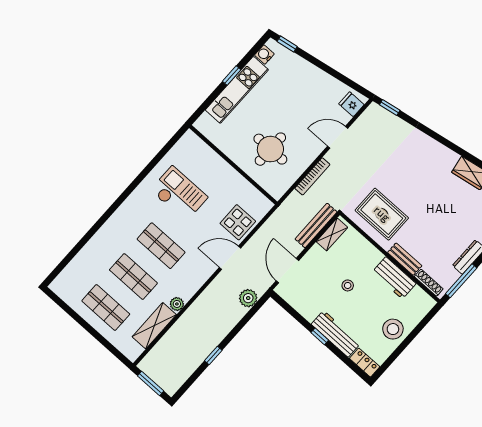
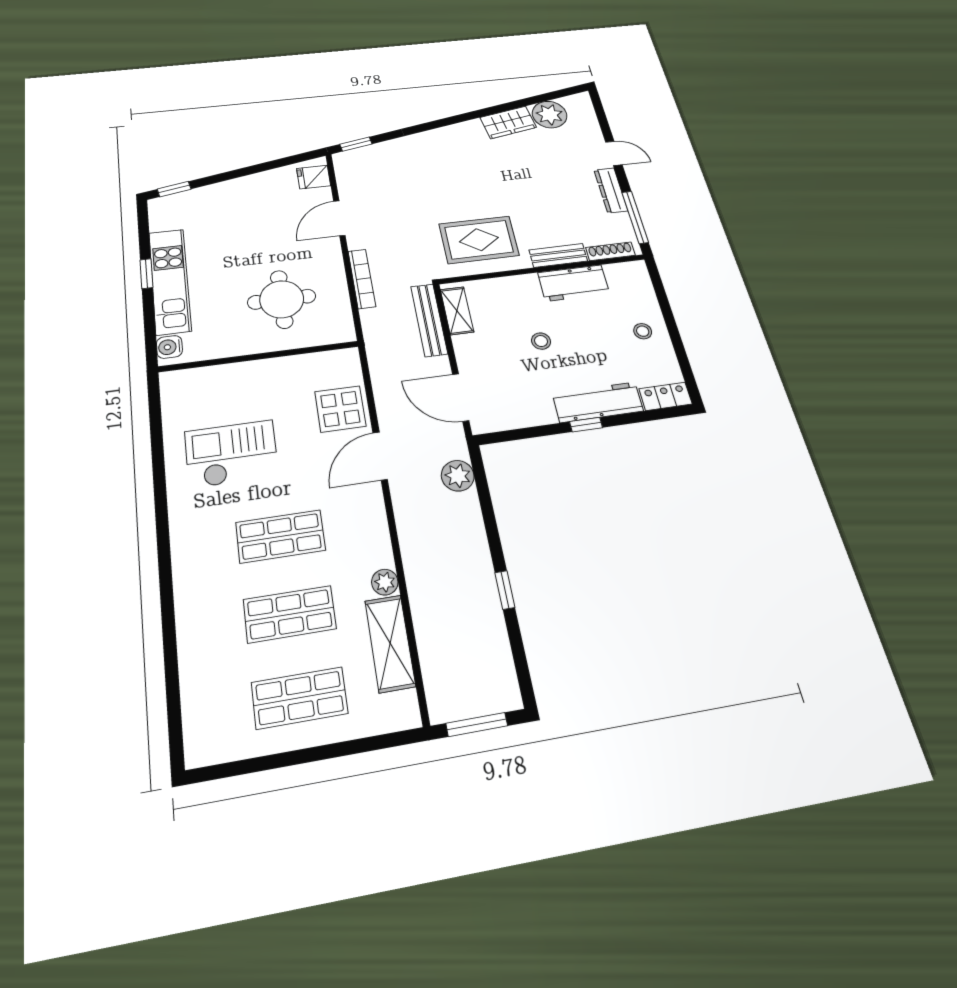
water cooler: (264, 55) -> (169, 347), moved
stool: (393, 329) -> (643, 331), width x0.53, depth x0.53

